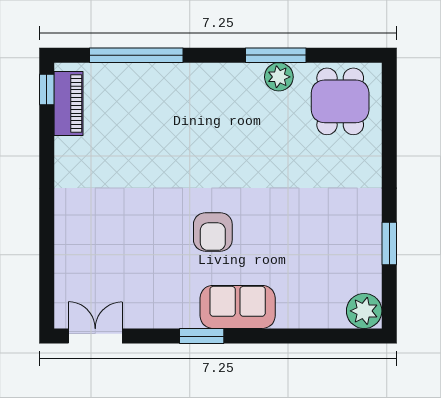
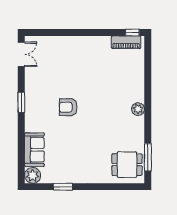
window: (136, 55) -> (148, 73), removed
window: (276, 55) -> (148, 157), moved
plant: (279, 77) -> (138, 109), moved
sofa: (238, 307) -> (34, 150), moved

